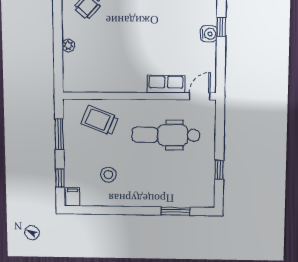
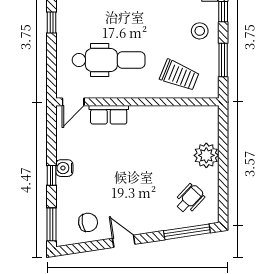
plant: (68, 46) -> (206, 155), width x1.87, depth x1.87
stool: (108, 175) -> (200, 31), moved

